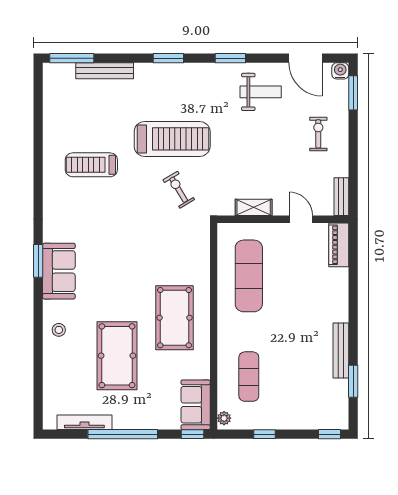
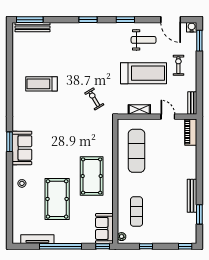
bench: (105, 71) -> (32, 27), moved
treadmill: (172, 139) -> (143, 73), moved

